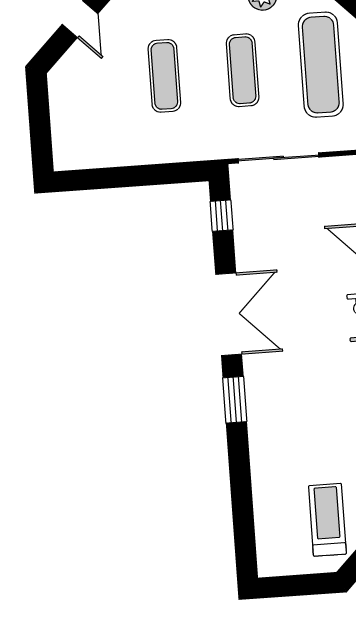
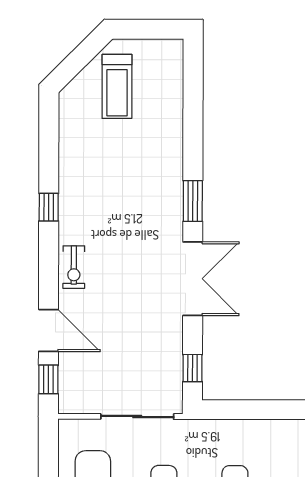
double door: (229, 314) -> (193, 279), swing flipped

